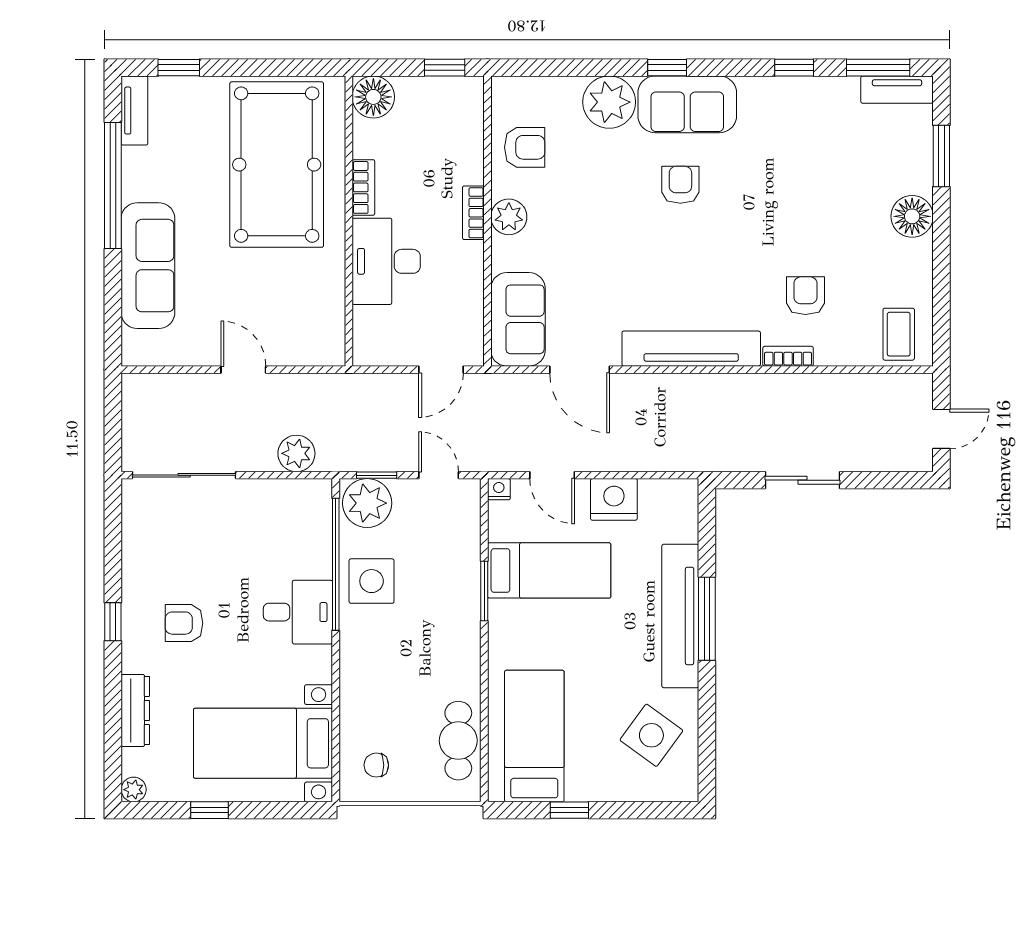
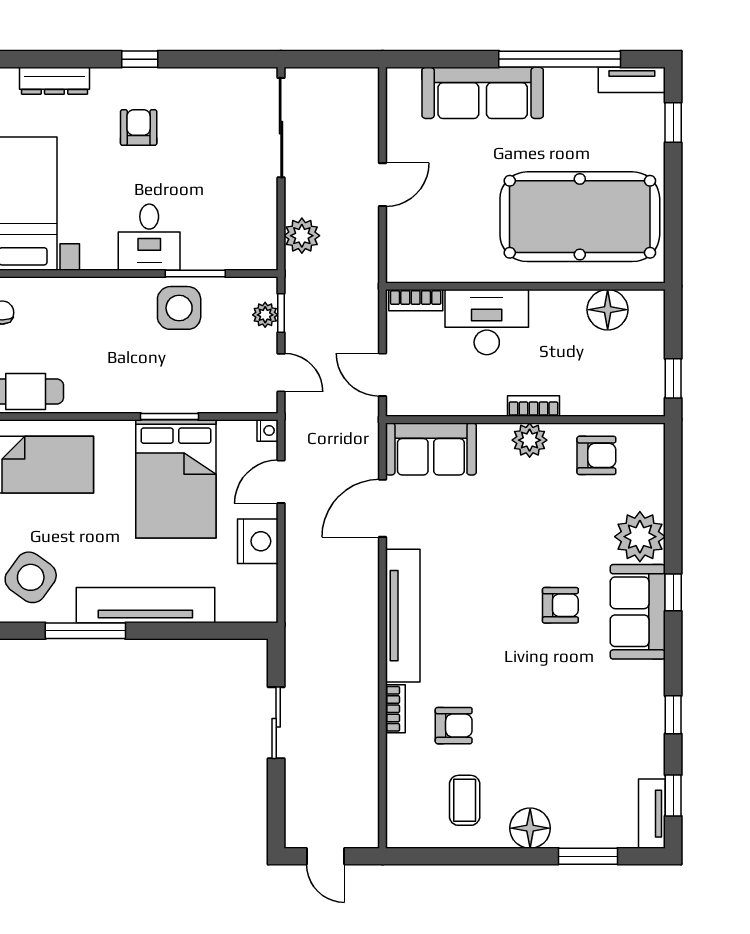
window: (878, 68) -> (673, 796), width x0.67
floor lamp: (373, 97) -> (608, 310), moved
armchair: (525, 147) -> (596, 455), turned -90
bookcase: (363, 187) -> (416, 300), moved
coffee table: (899, 334) -> (465, 800), moved, turned 90
door: (439, 475) -> (281, 373), hinge flipped
plant: (367, 503) -> (265, 315), width x0.53, depth x0.53
window: (336, 564) -> (195, 274), width x0.47
bed: (549, 570) -> (176, 479), width x1.50
window: (707, 619) -> (85, 631), moved

